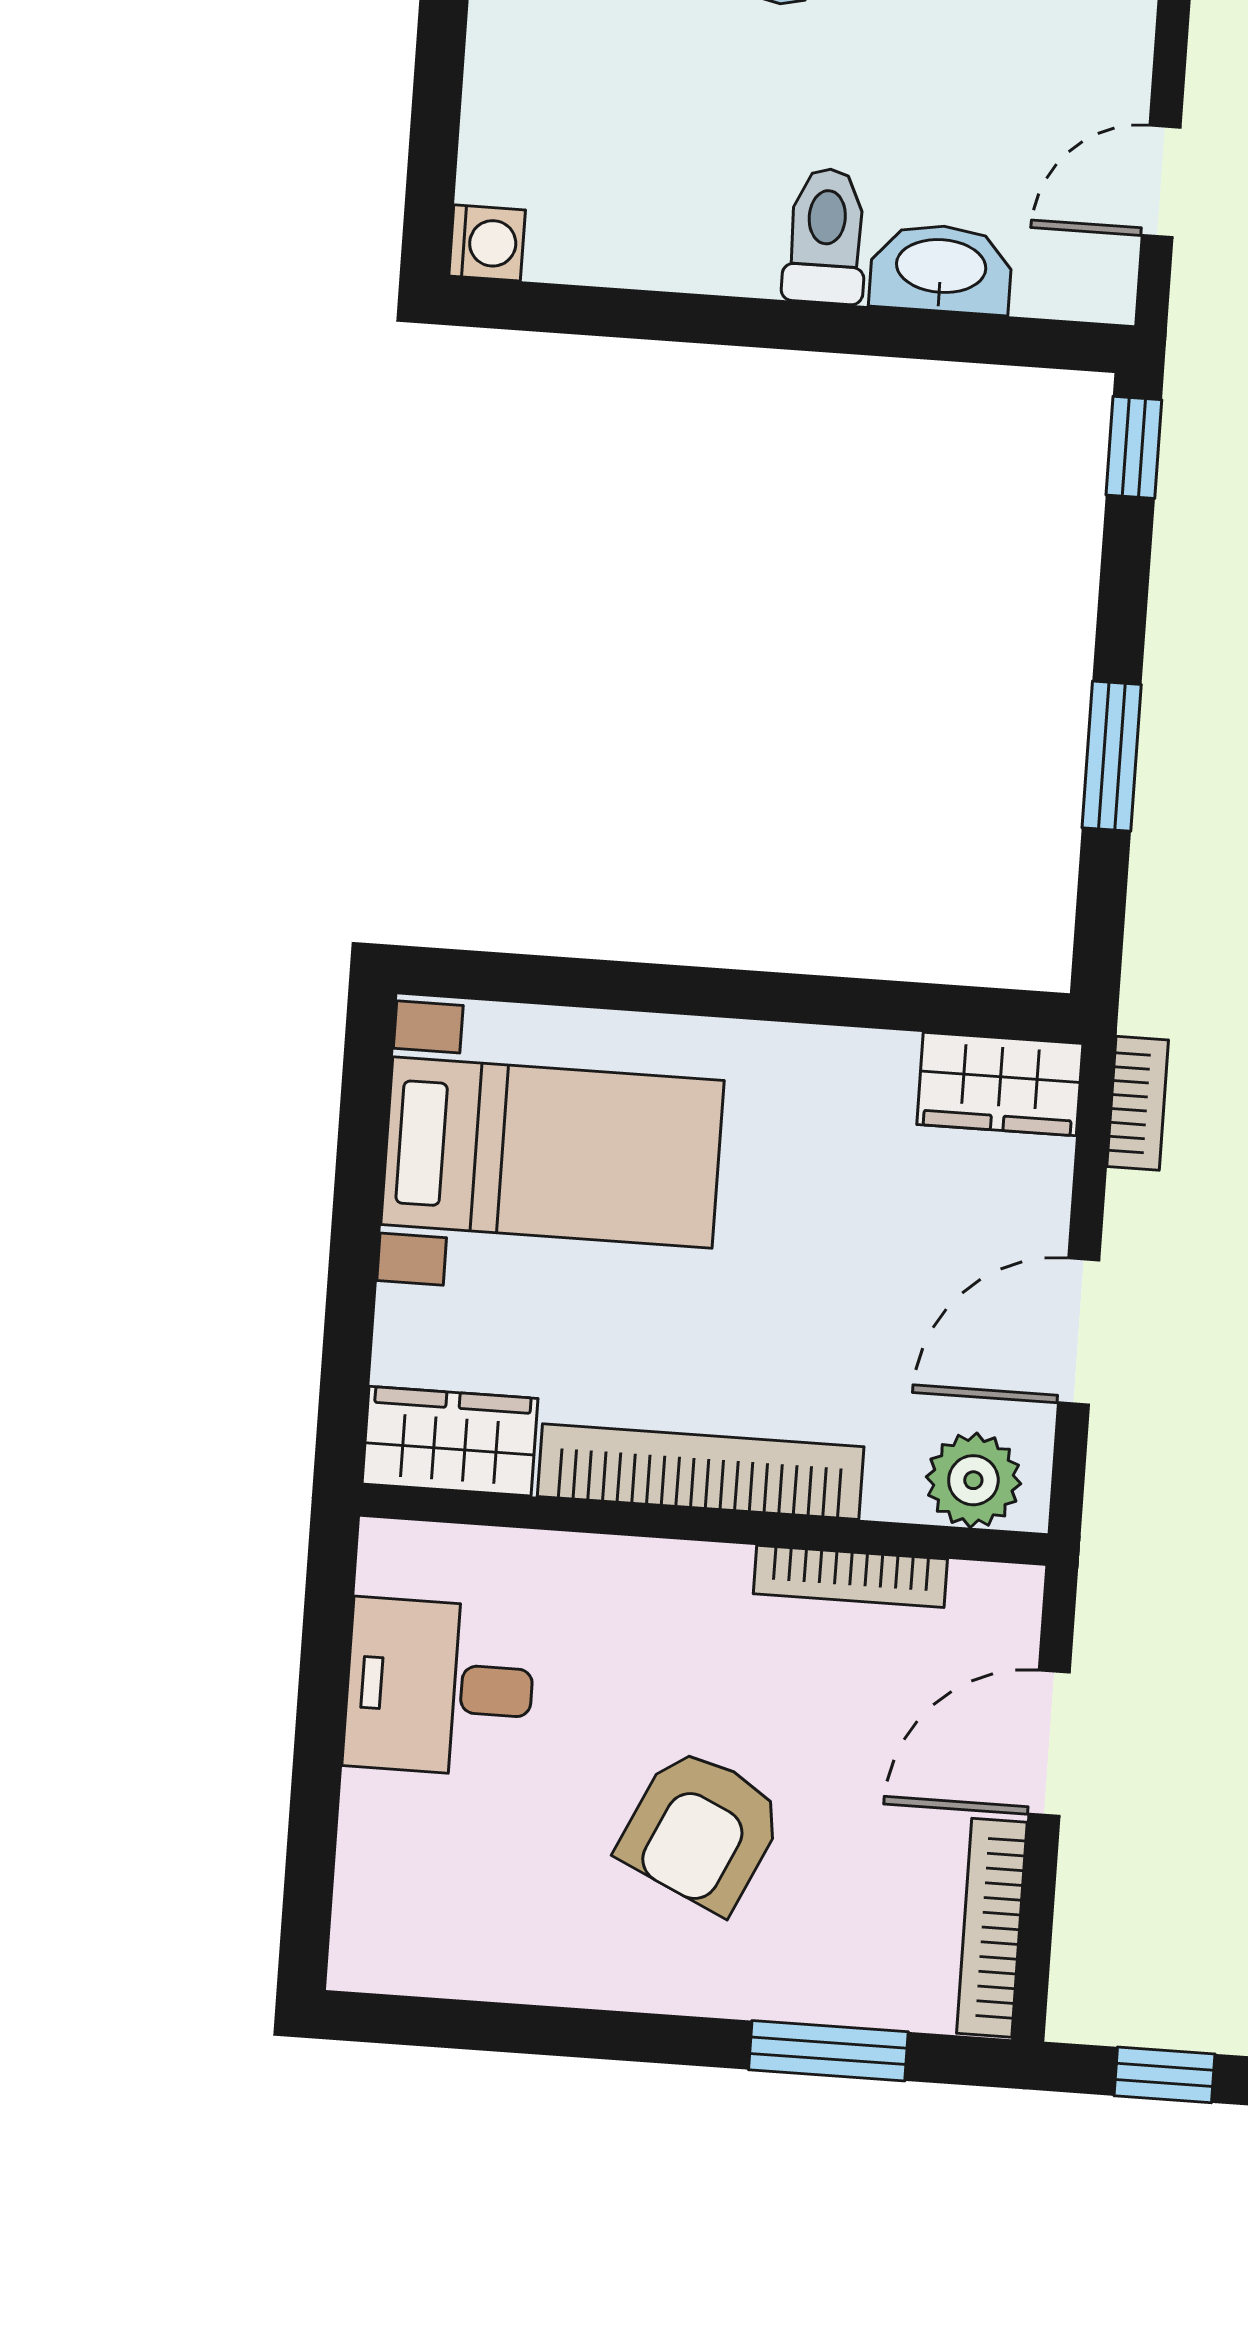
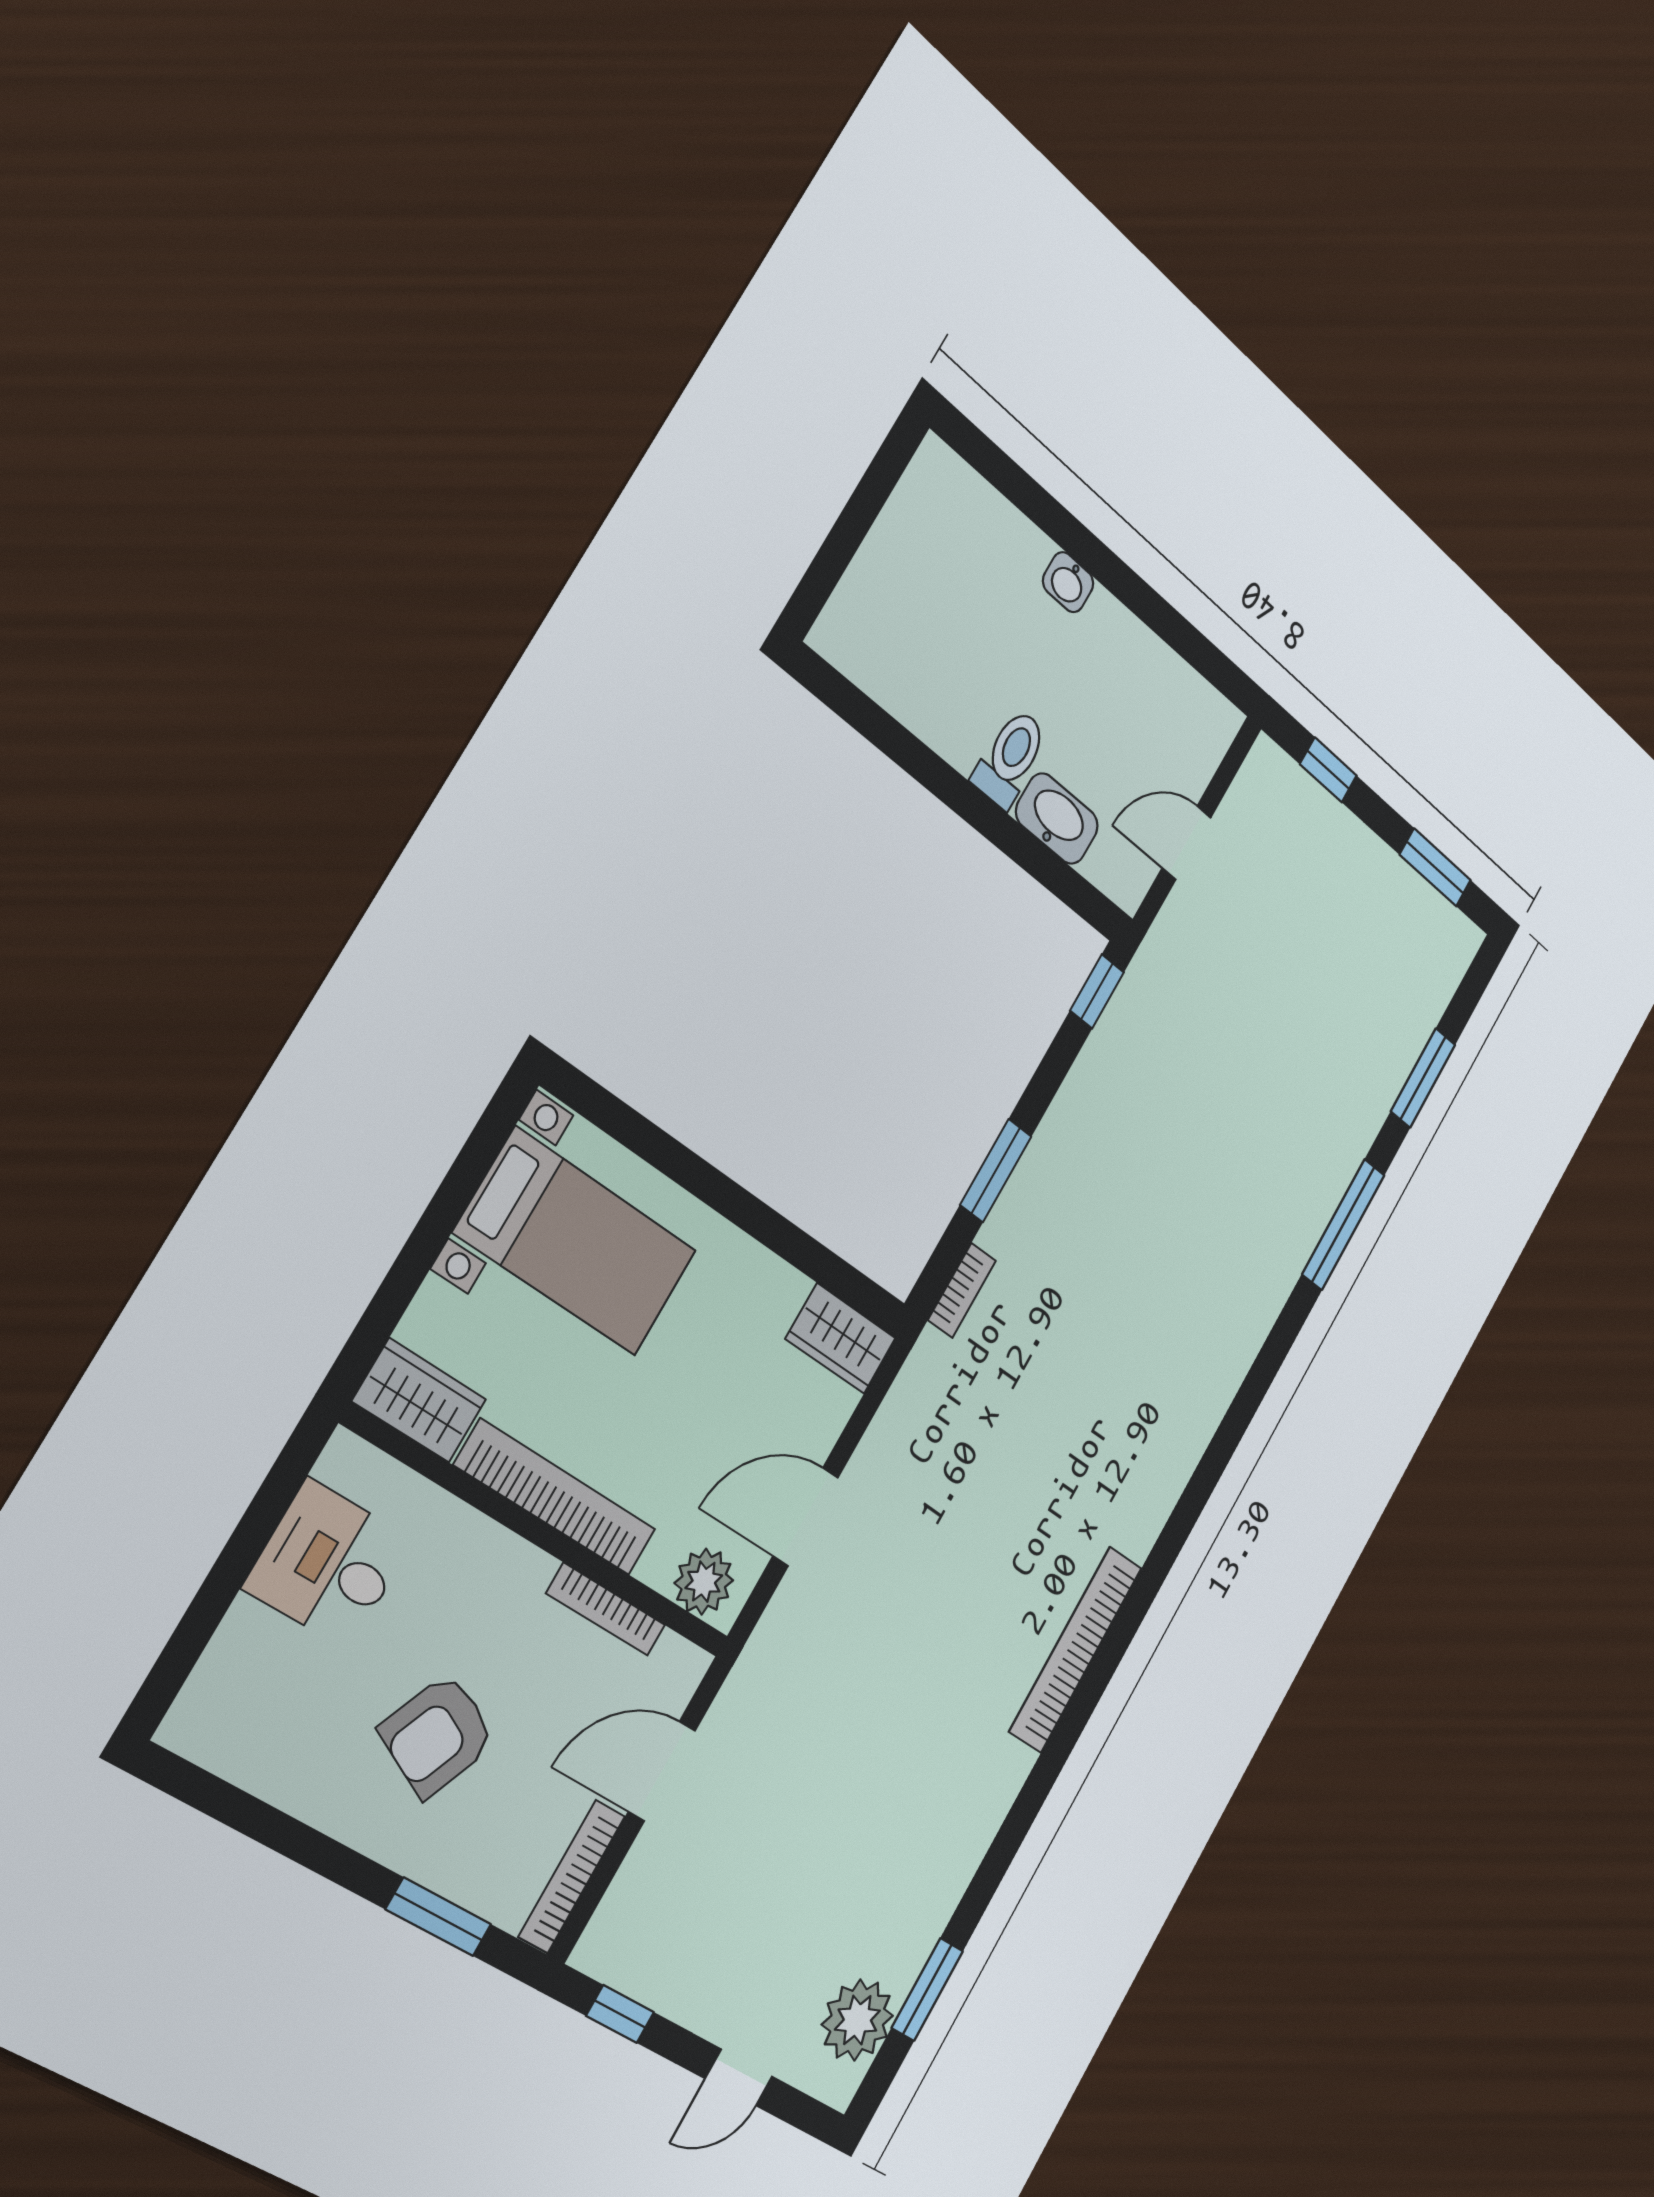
washing machine: (487, 243) -> (834, 636), removed
bookcase: (1138, 1103) -> (962, 1290), moved

